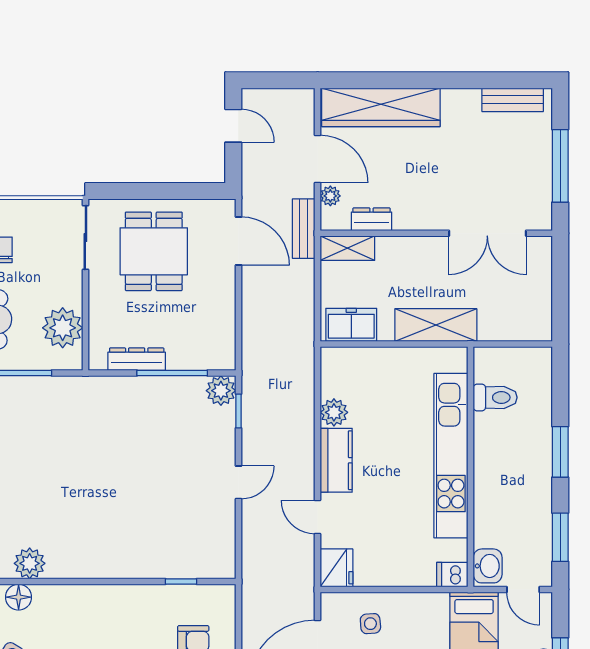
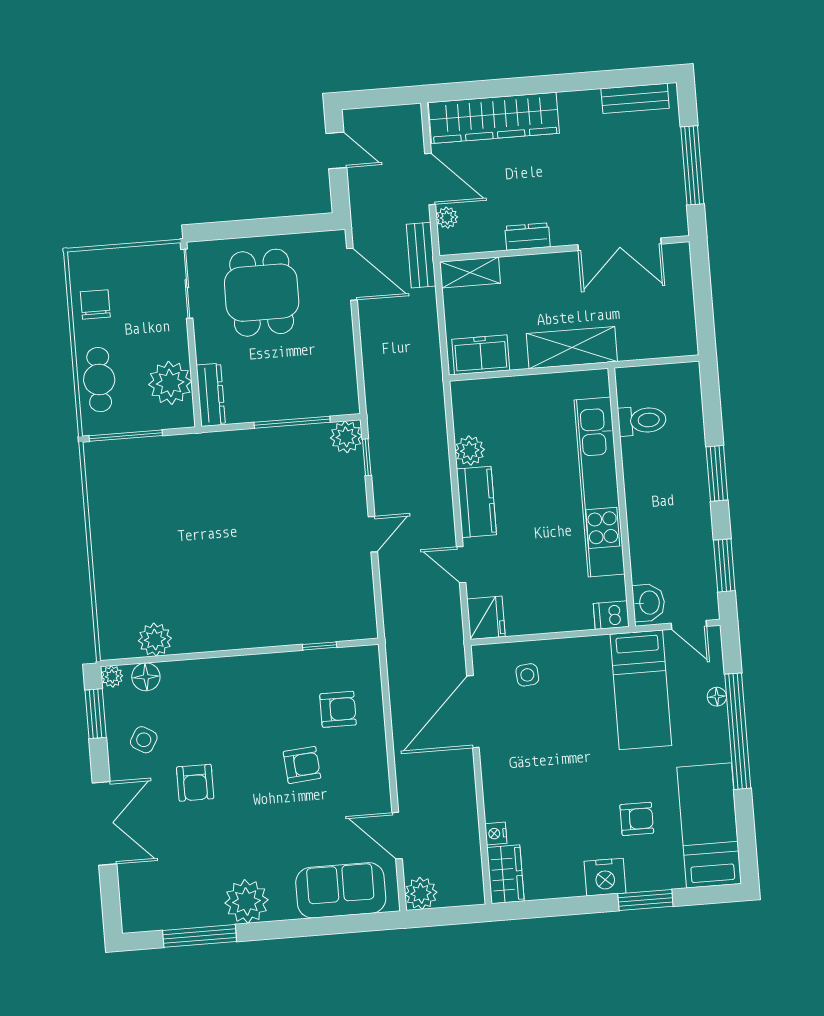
dresser: (371, 219) -> (528, 237), moved
dresser: (137, 359) -> (211, 395), moved, turned 90

